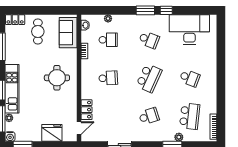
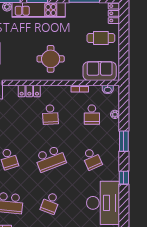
window: (145, 10) -> (124, 141), moved
school desk: (149, 40) -> (92, 159), turned -45
school desk: (149, 78) -> (50, 159), turned -45
locker: (87, 110) -> (29, 91), moved

